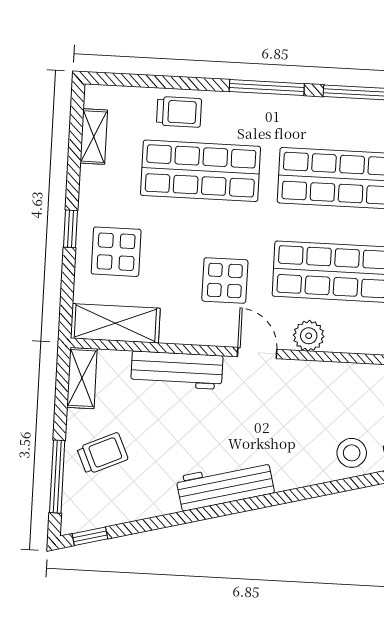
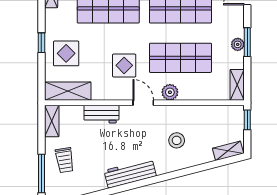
workbench: (177, 370) -> (101, 114), width x0.73
stool: (352, 453) -> (177, 140), moved
trolley: (102, 454) -> (65, 160), turned 105

